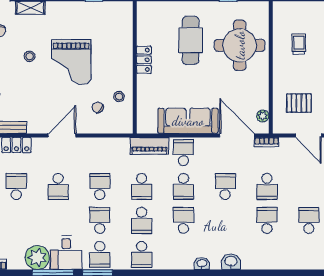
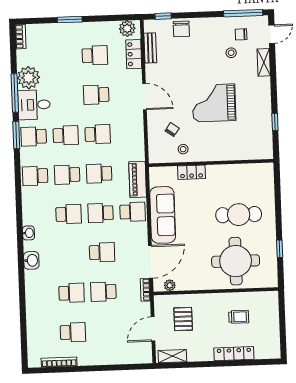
stool: (30, 56) -> (231, 53), moved
locker: (144, 60) -> (191, 172), moved

